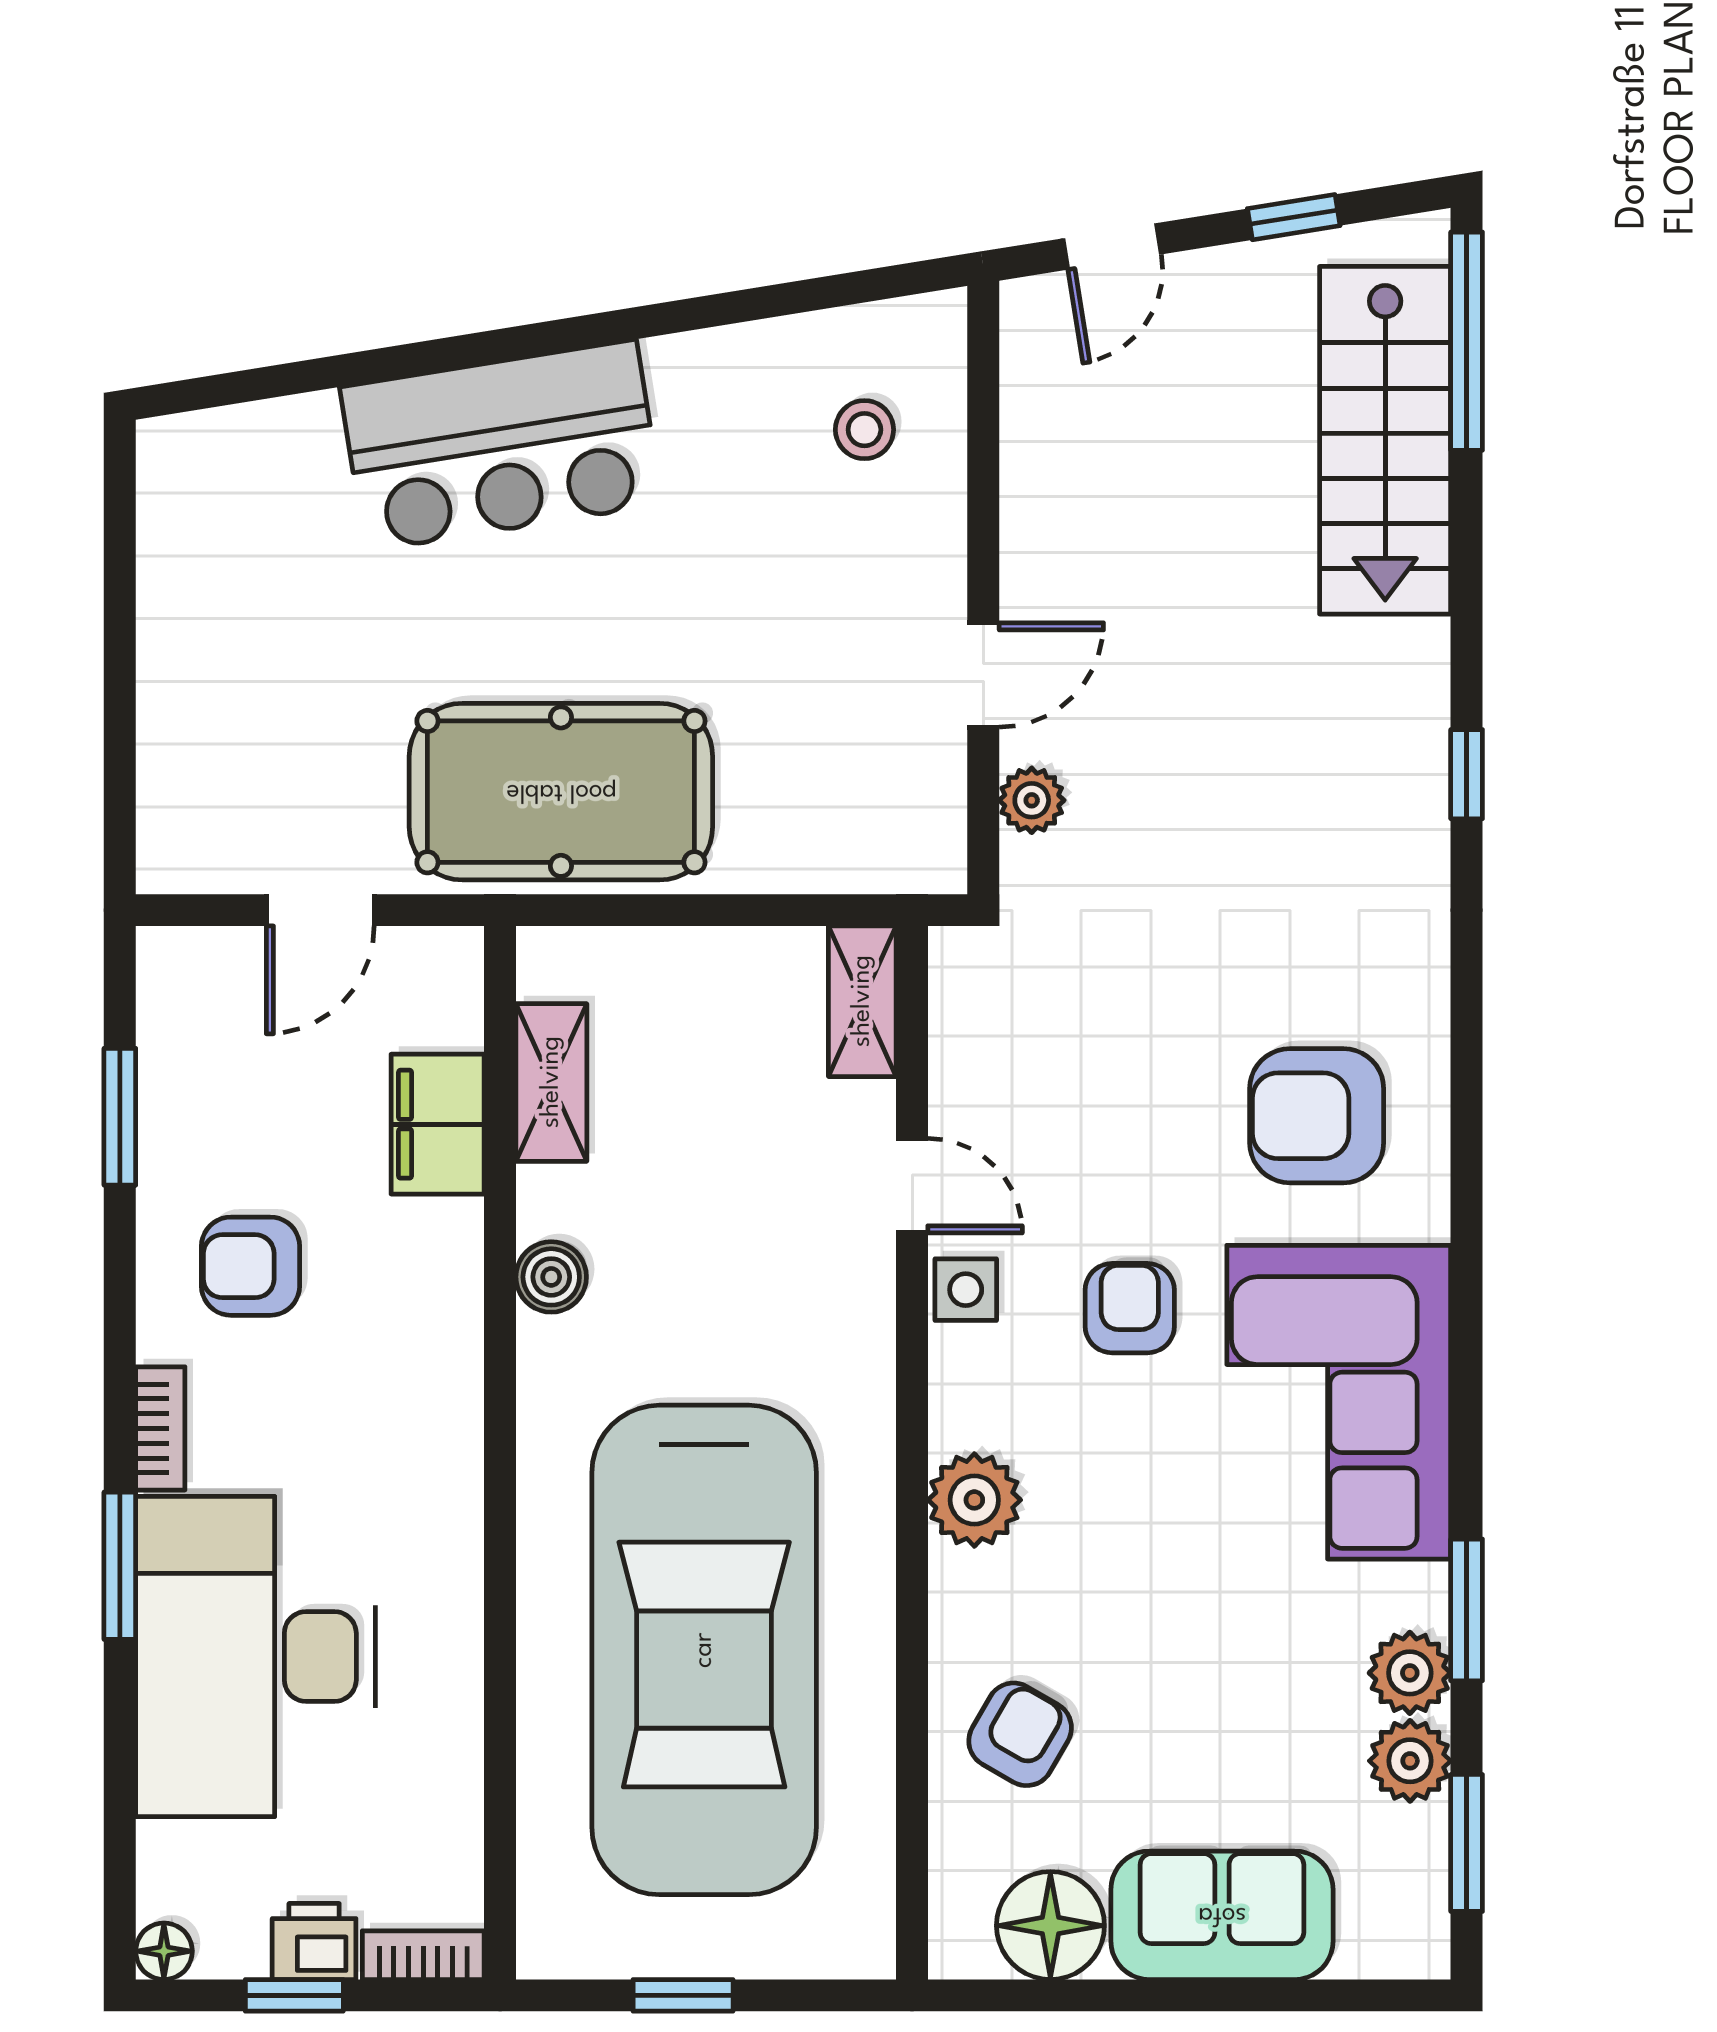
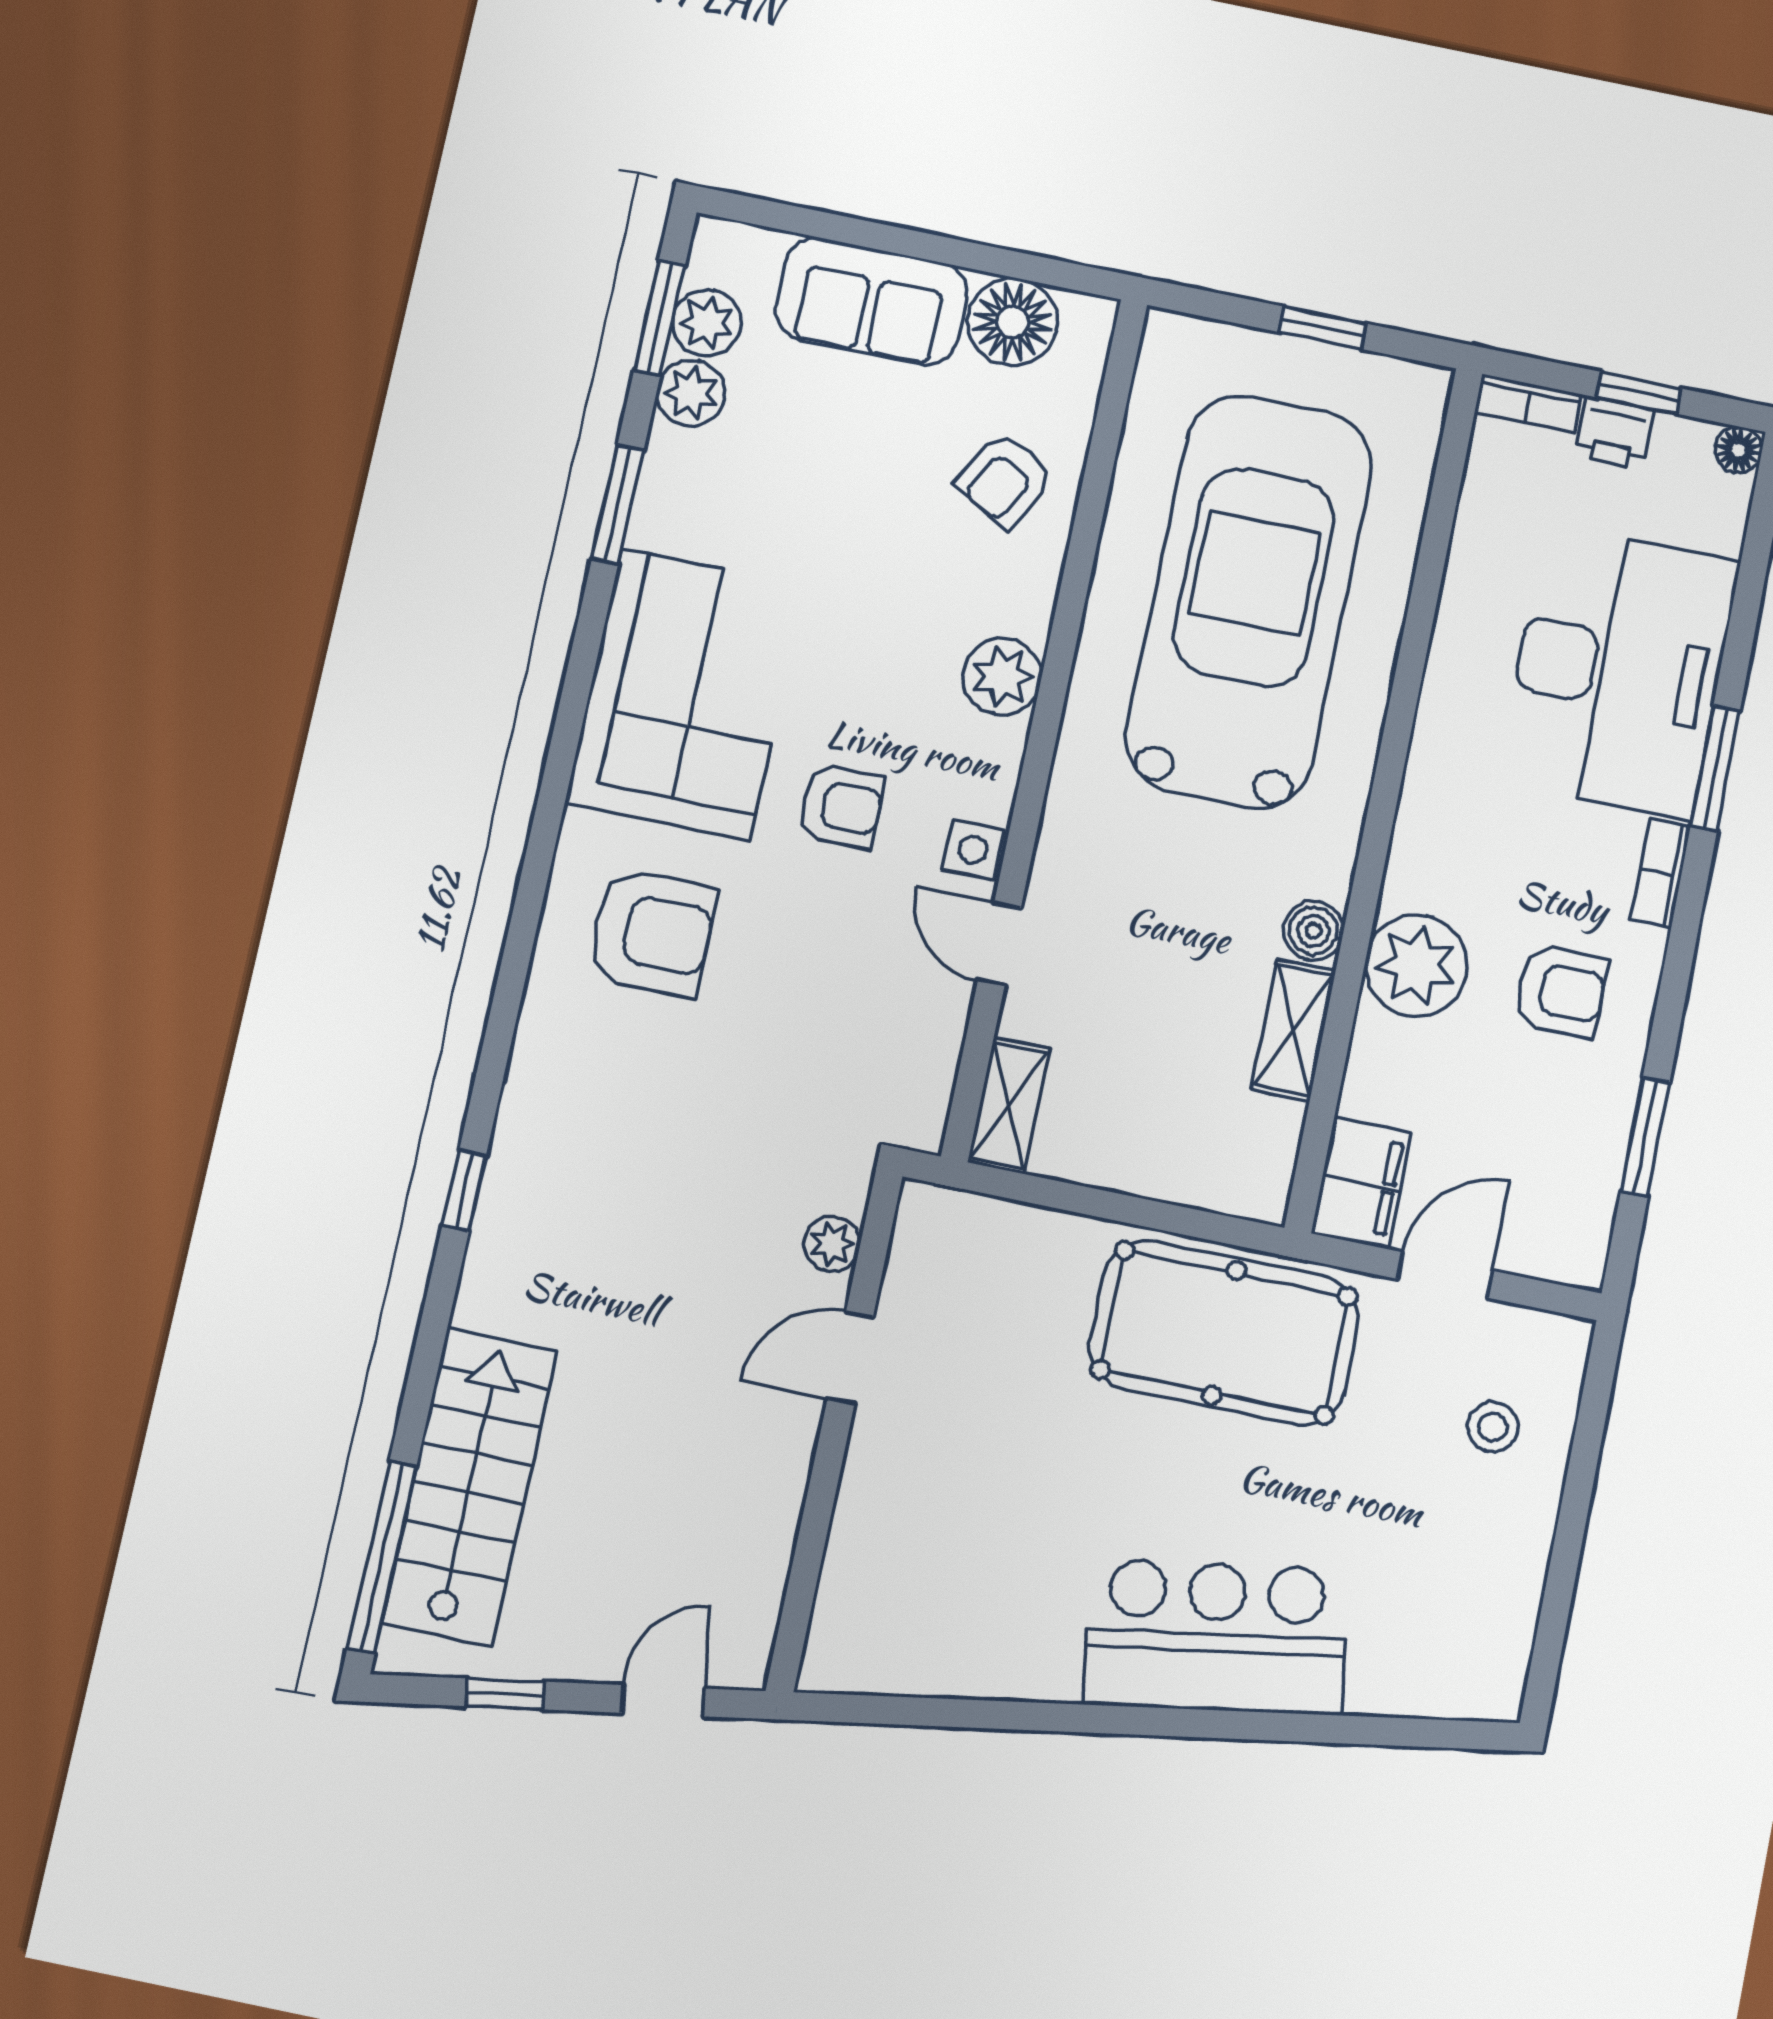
stool: (864, 430) -> (1493, 1427), moved
shelving: (551, 1082) -> (1293, 1030), moved
filing cabinet: (438, 1124) -> (1361, 1183), moved
plant: (424, 1261) -> (1416, 966), added
armchair: (1130, 1308) -> (841, 806), turned -90
plant: (1410, 1673) -> (707, 323), moved

